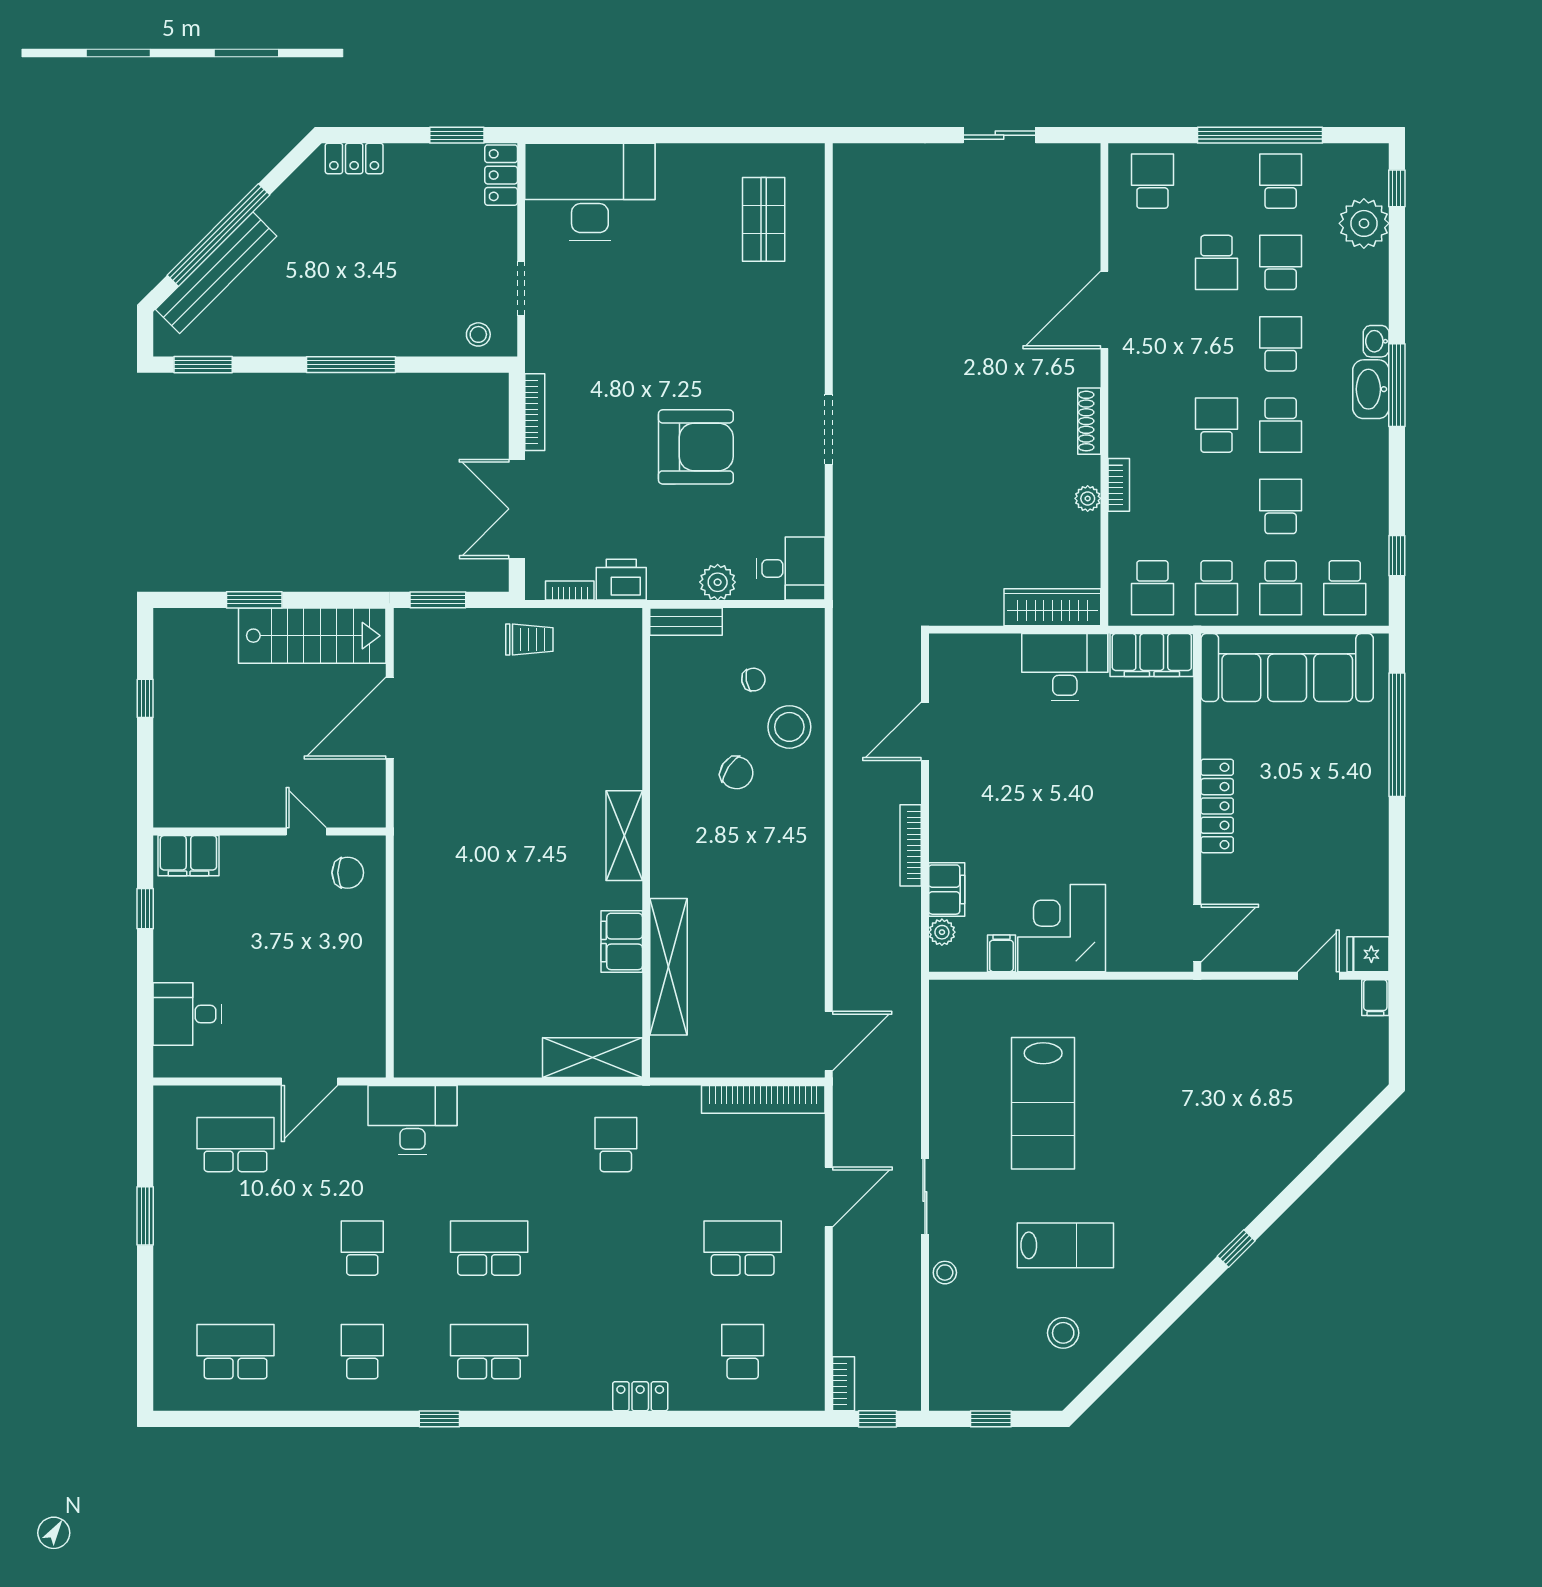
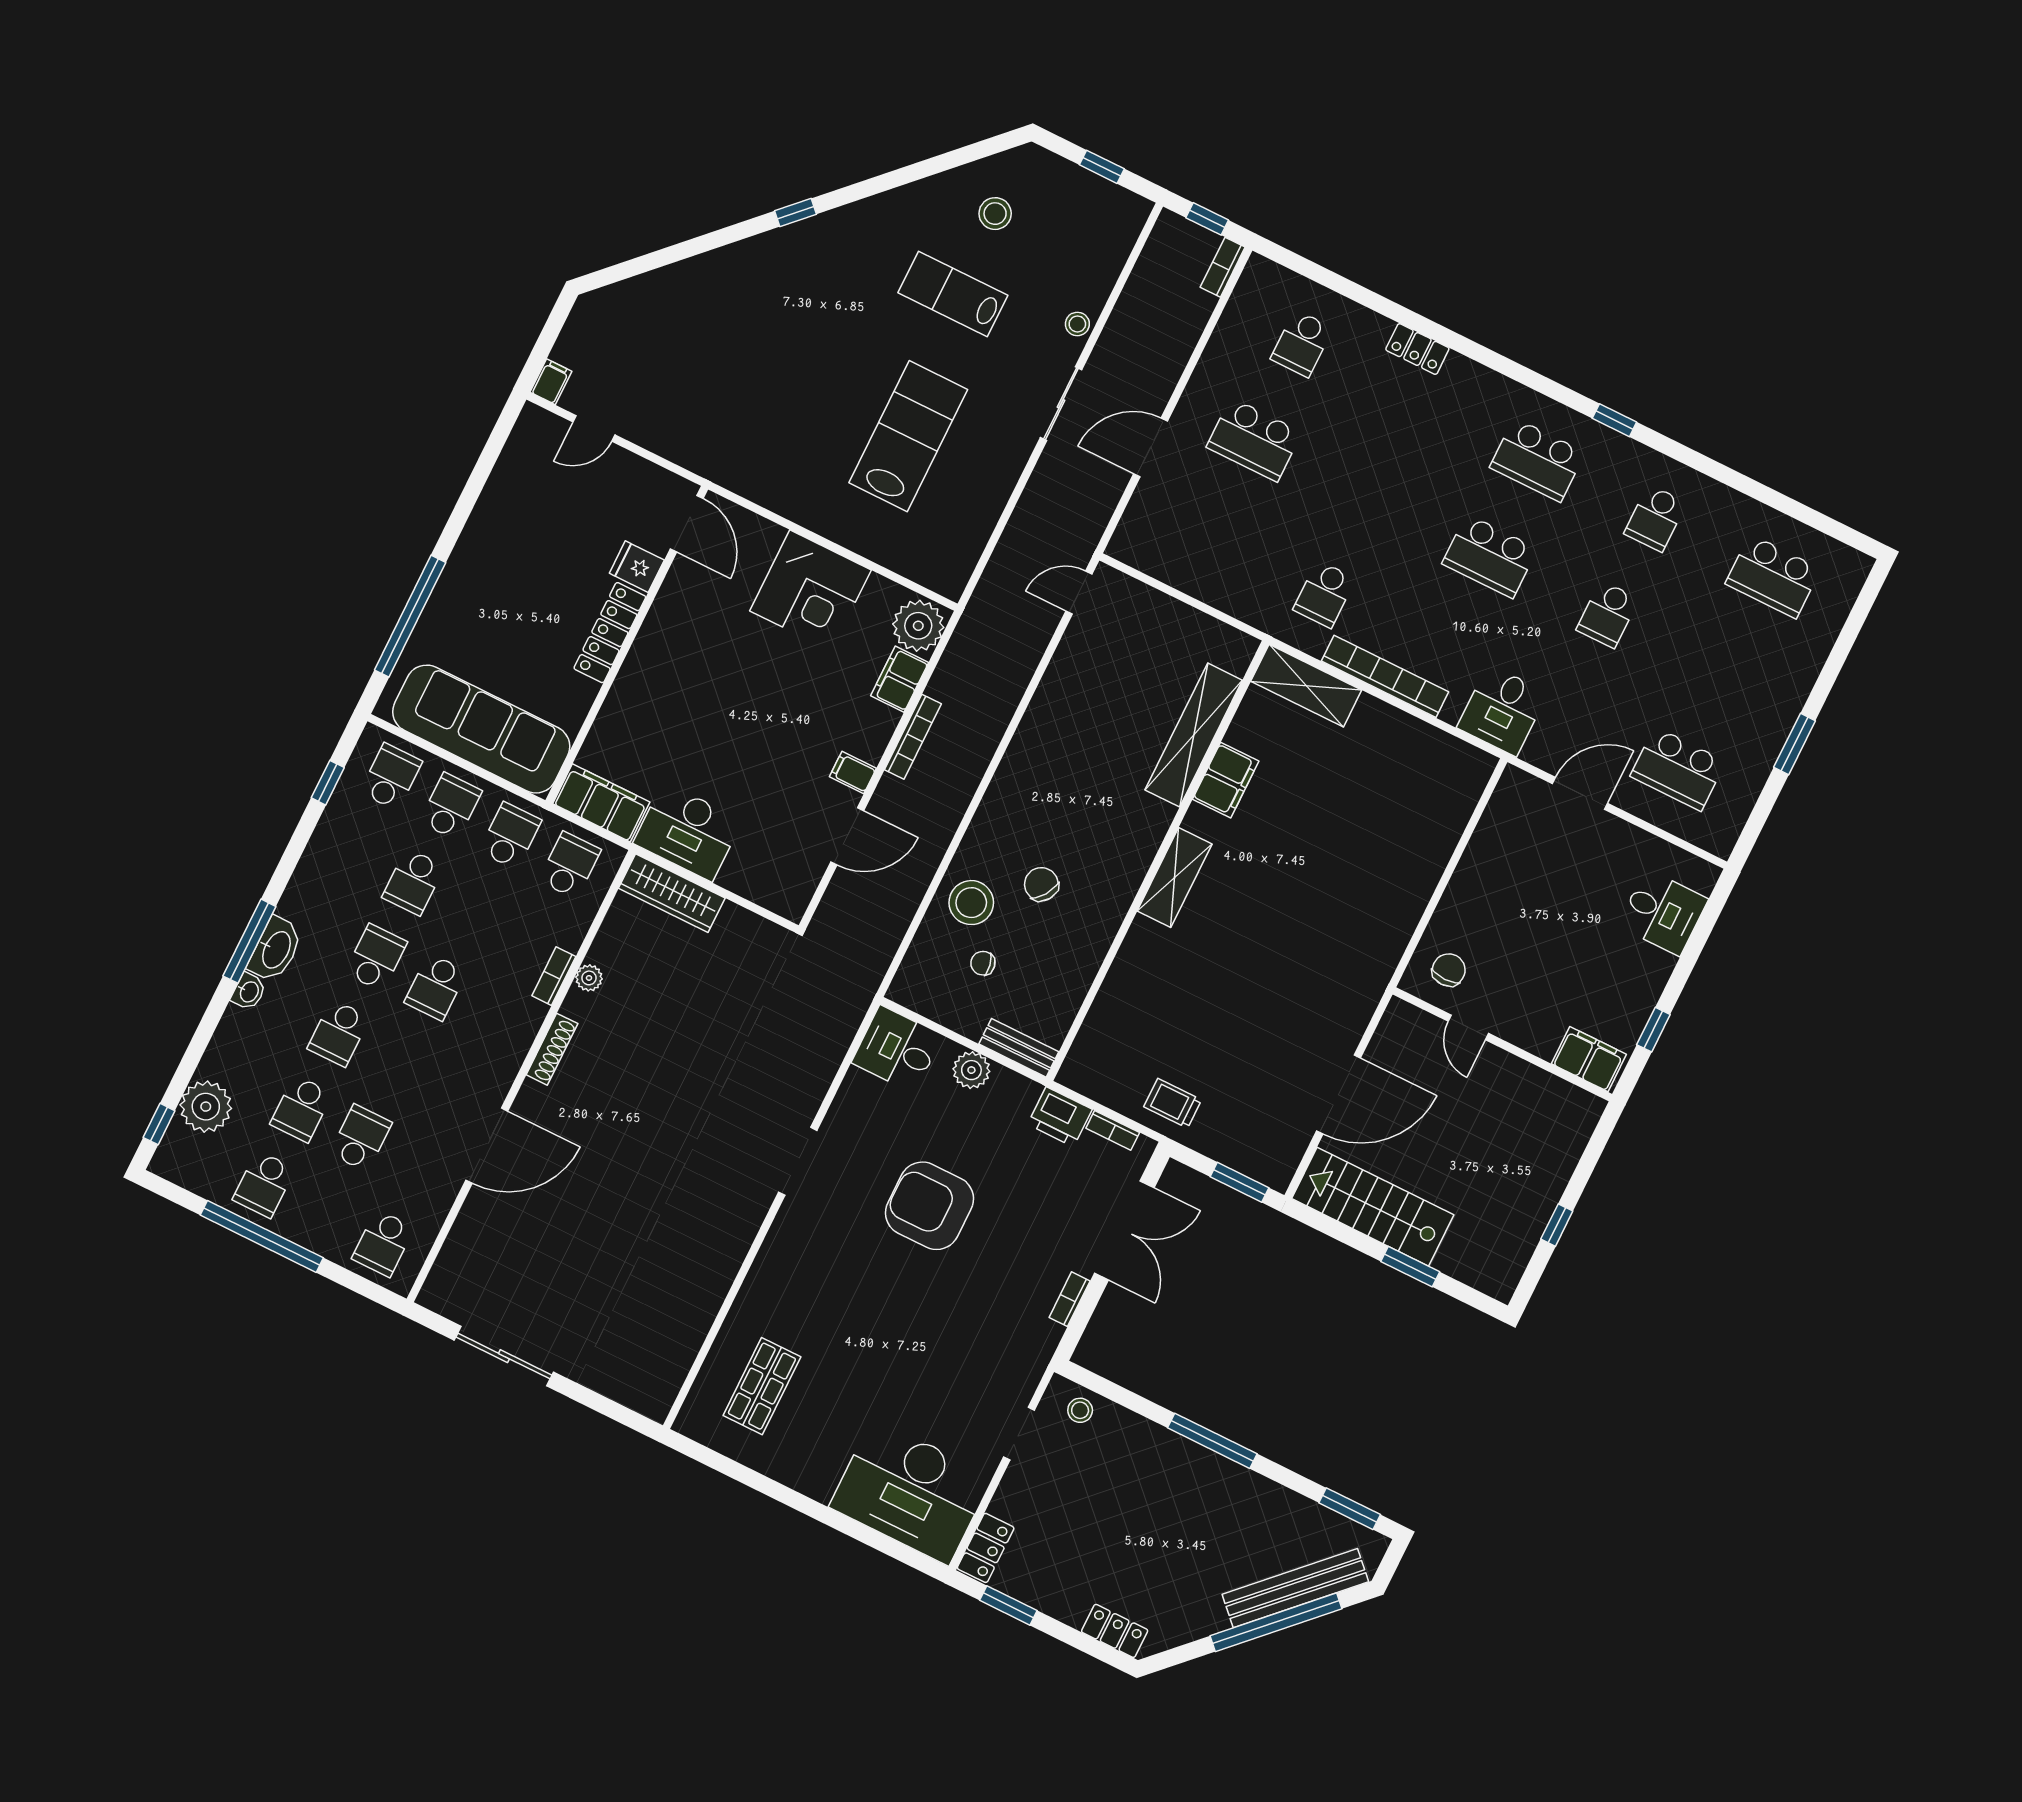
sliding door: (1000, 135) -> (504, 1356), width x1.37
bookcase: (535, 412) -> (1070, 1299), width x0.64
chair: (348, 873) -> (1449, 970), turned 90
plant: (942, 932) -> (918, 626), width x1.88, depth x1.88
door: (1197, 933) -> (687, 524), swing flipped
filing cabinet: (1001, 953) -> (853, 773), moved, turned 90
fridge: (1368, 954) -> (637, 567), moved, turned 180
door: (829, 1041) -> (1079, 593), width x0.73
bookcase: (763, 1099) -> (1385, 676), moved
desk: (412, 1120) -> (1502, 710), width x0.73

